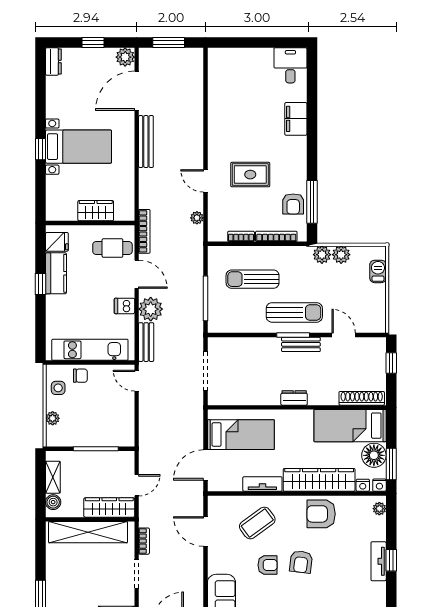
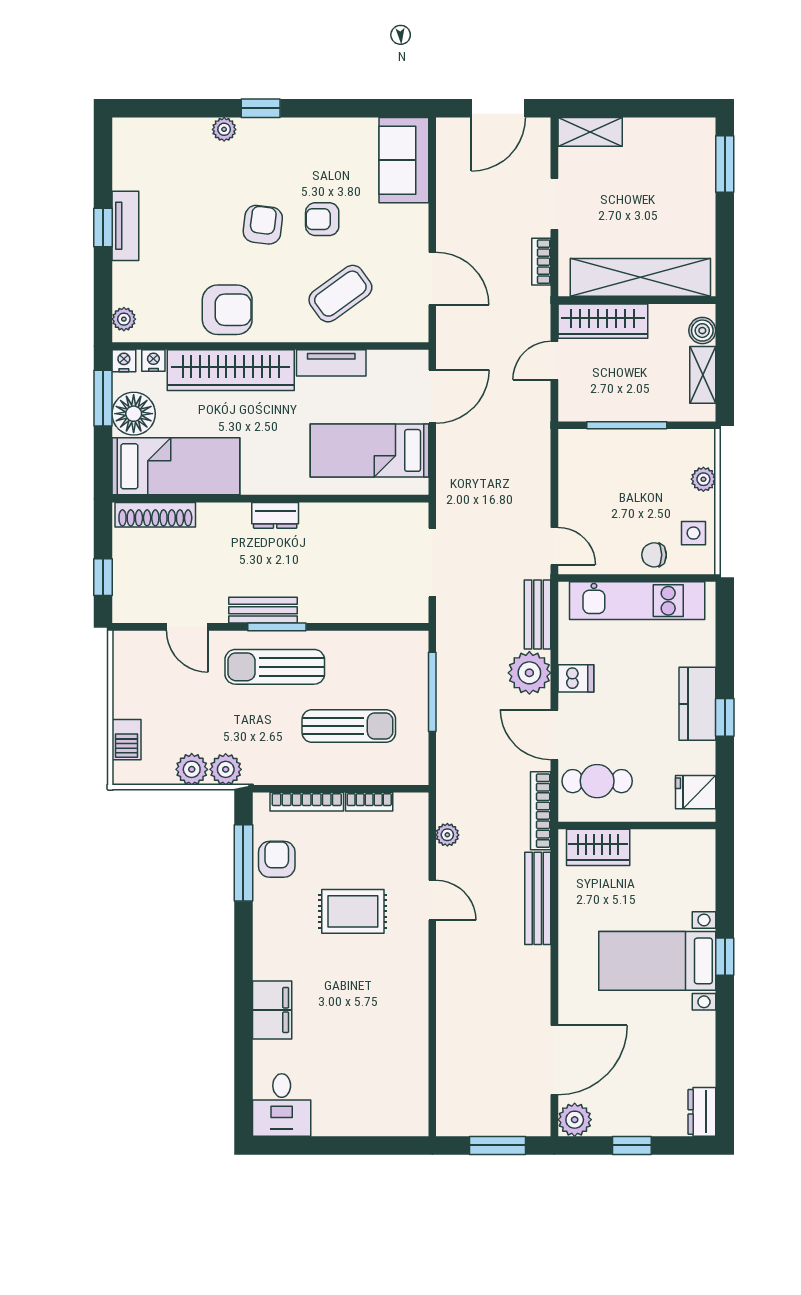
bench: (146, 142) -> (538, 898), moved
wardrobe: (96, 211) -> (598, 847), moved
kitchen counter: (56, 273) -> (697, 704), moved

